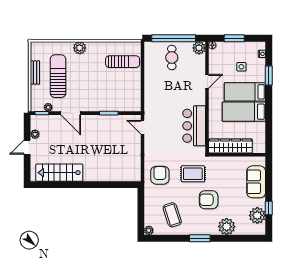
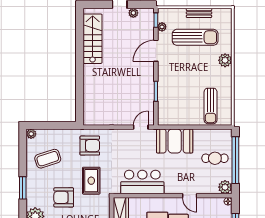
booth: (156, 95) -> (175, 141), added
armchair: (209, 200) -> (64, 197), turned -90

